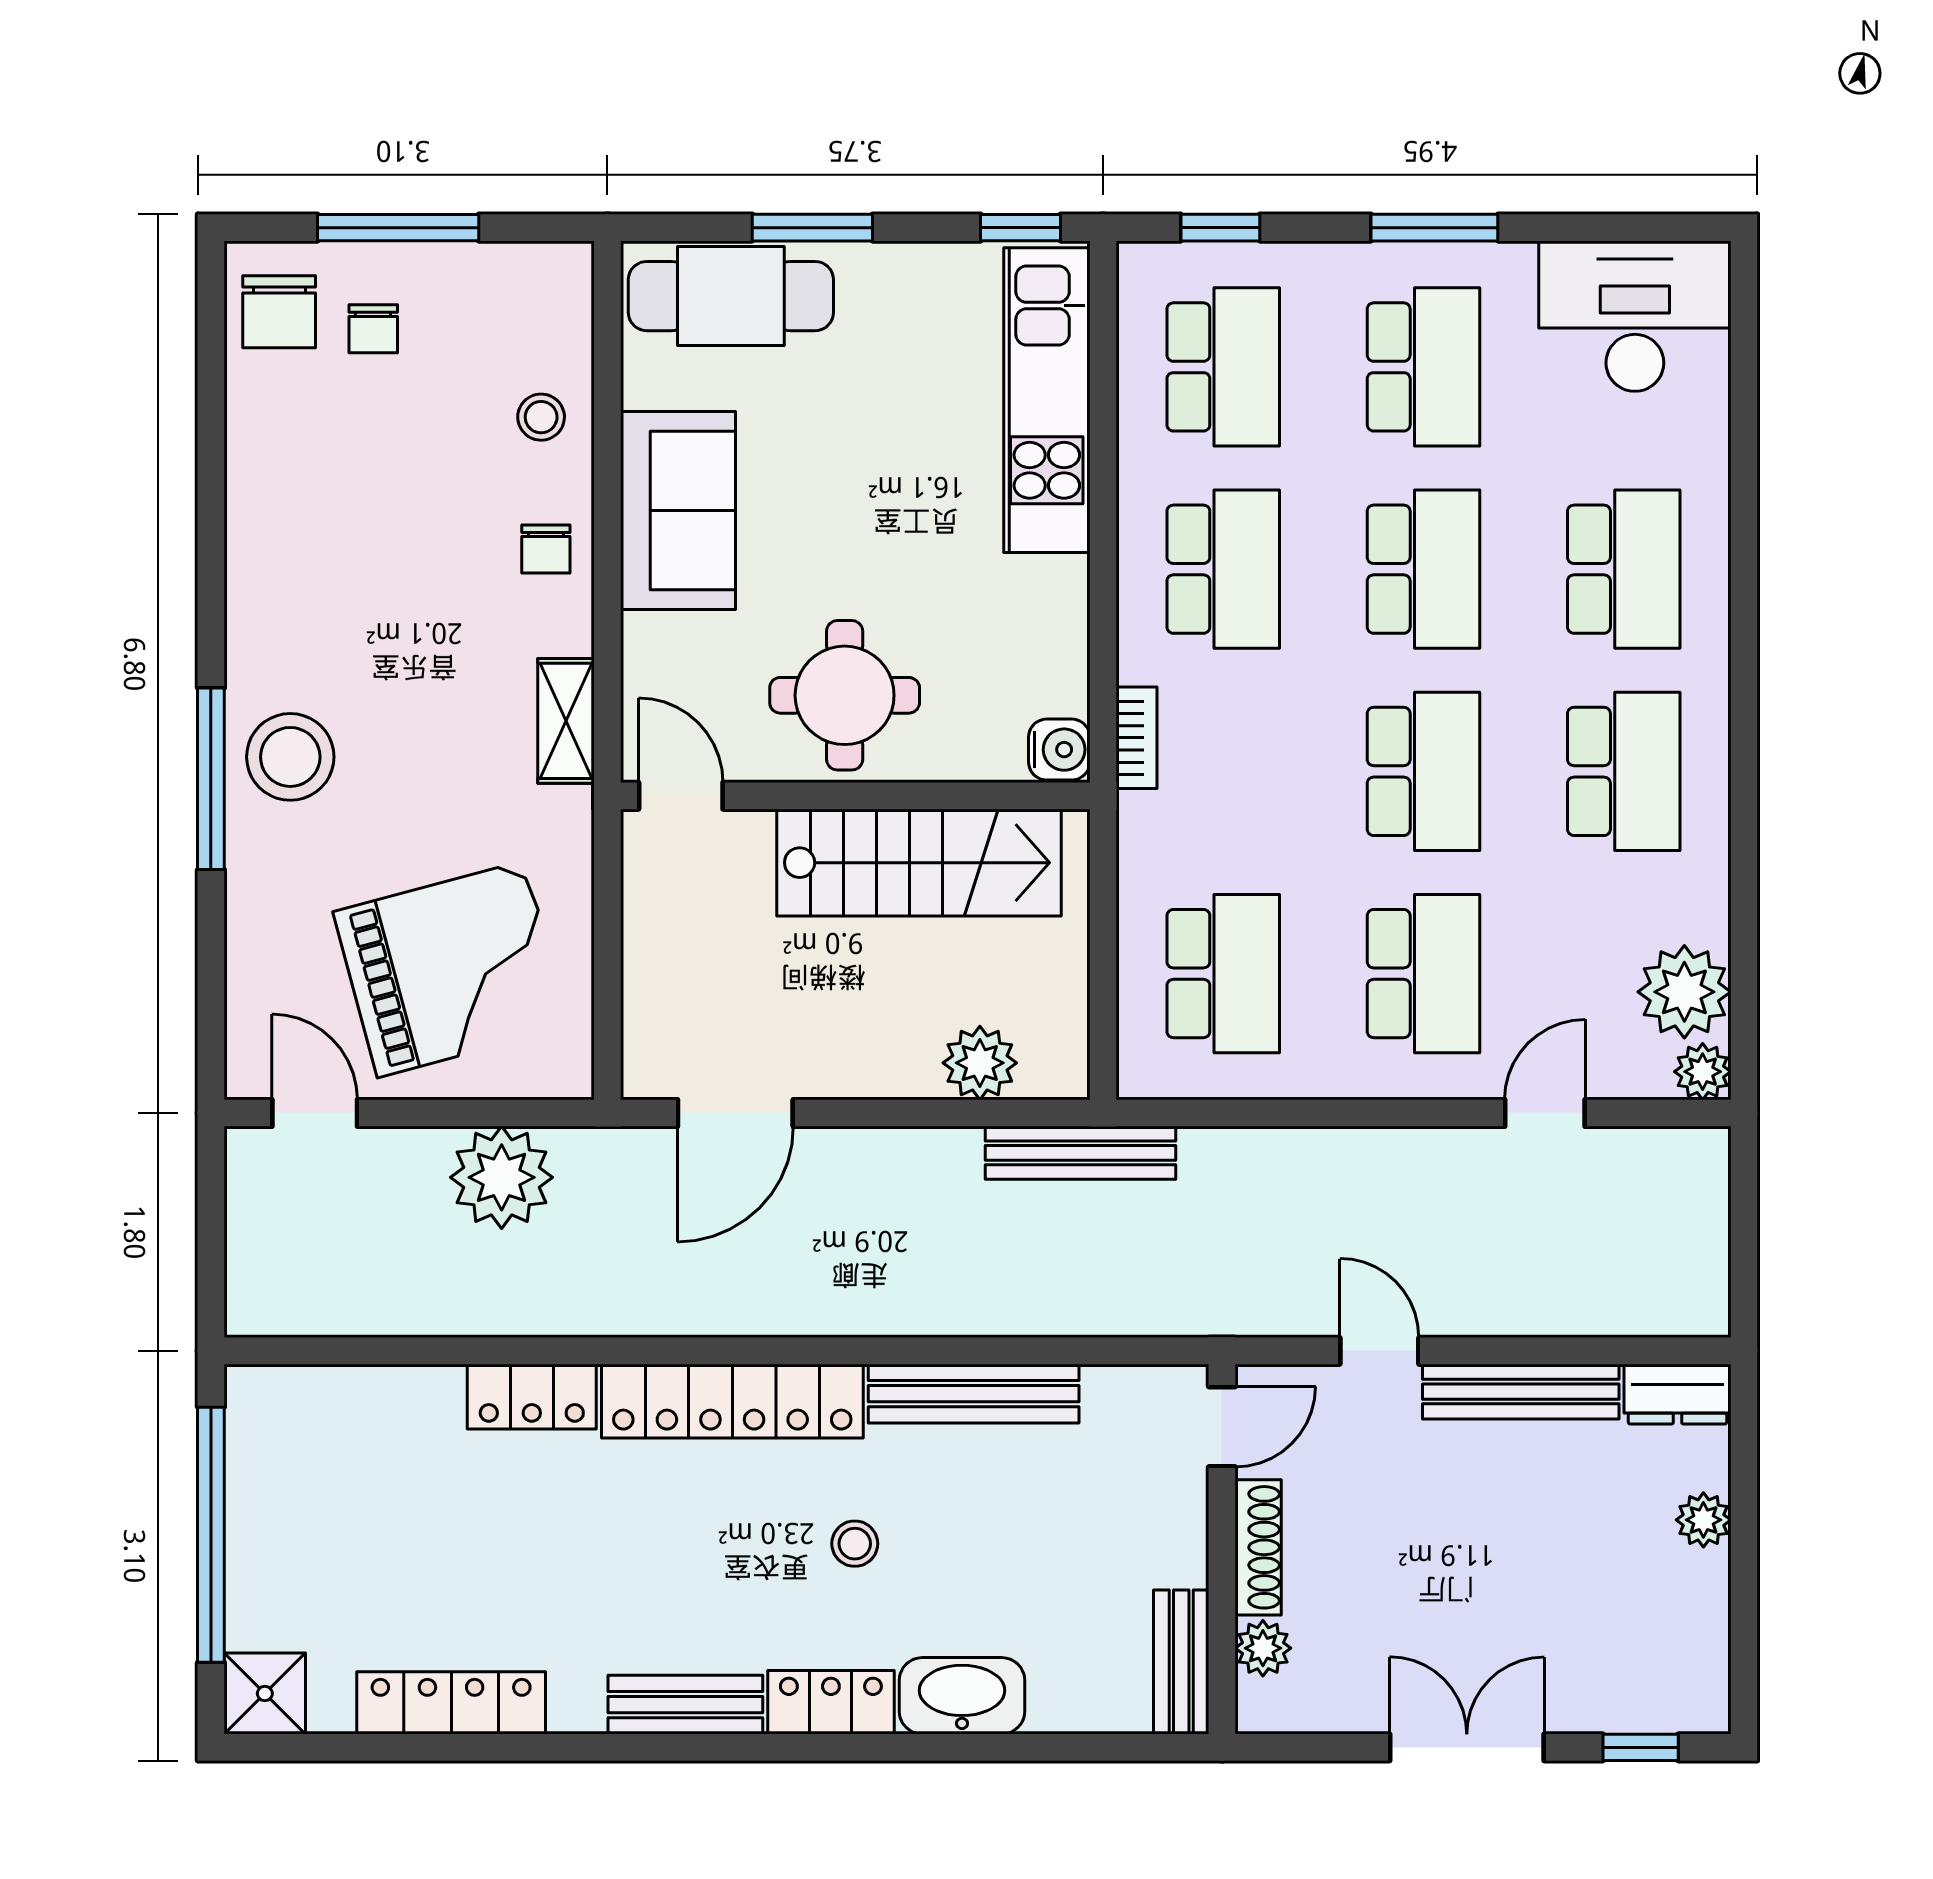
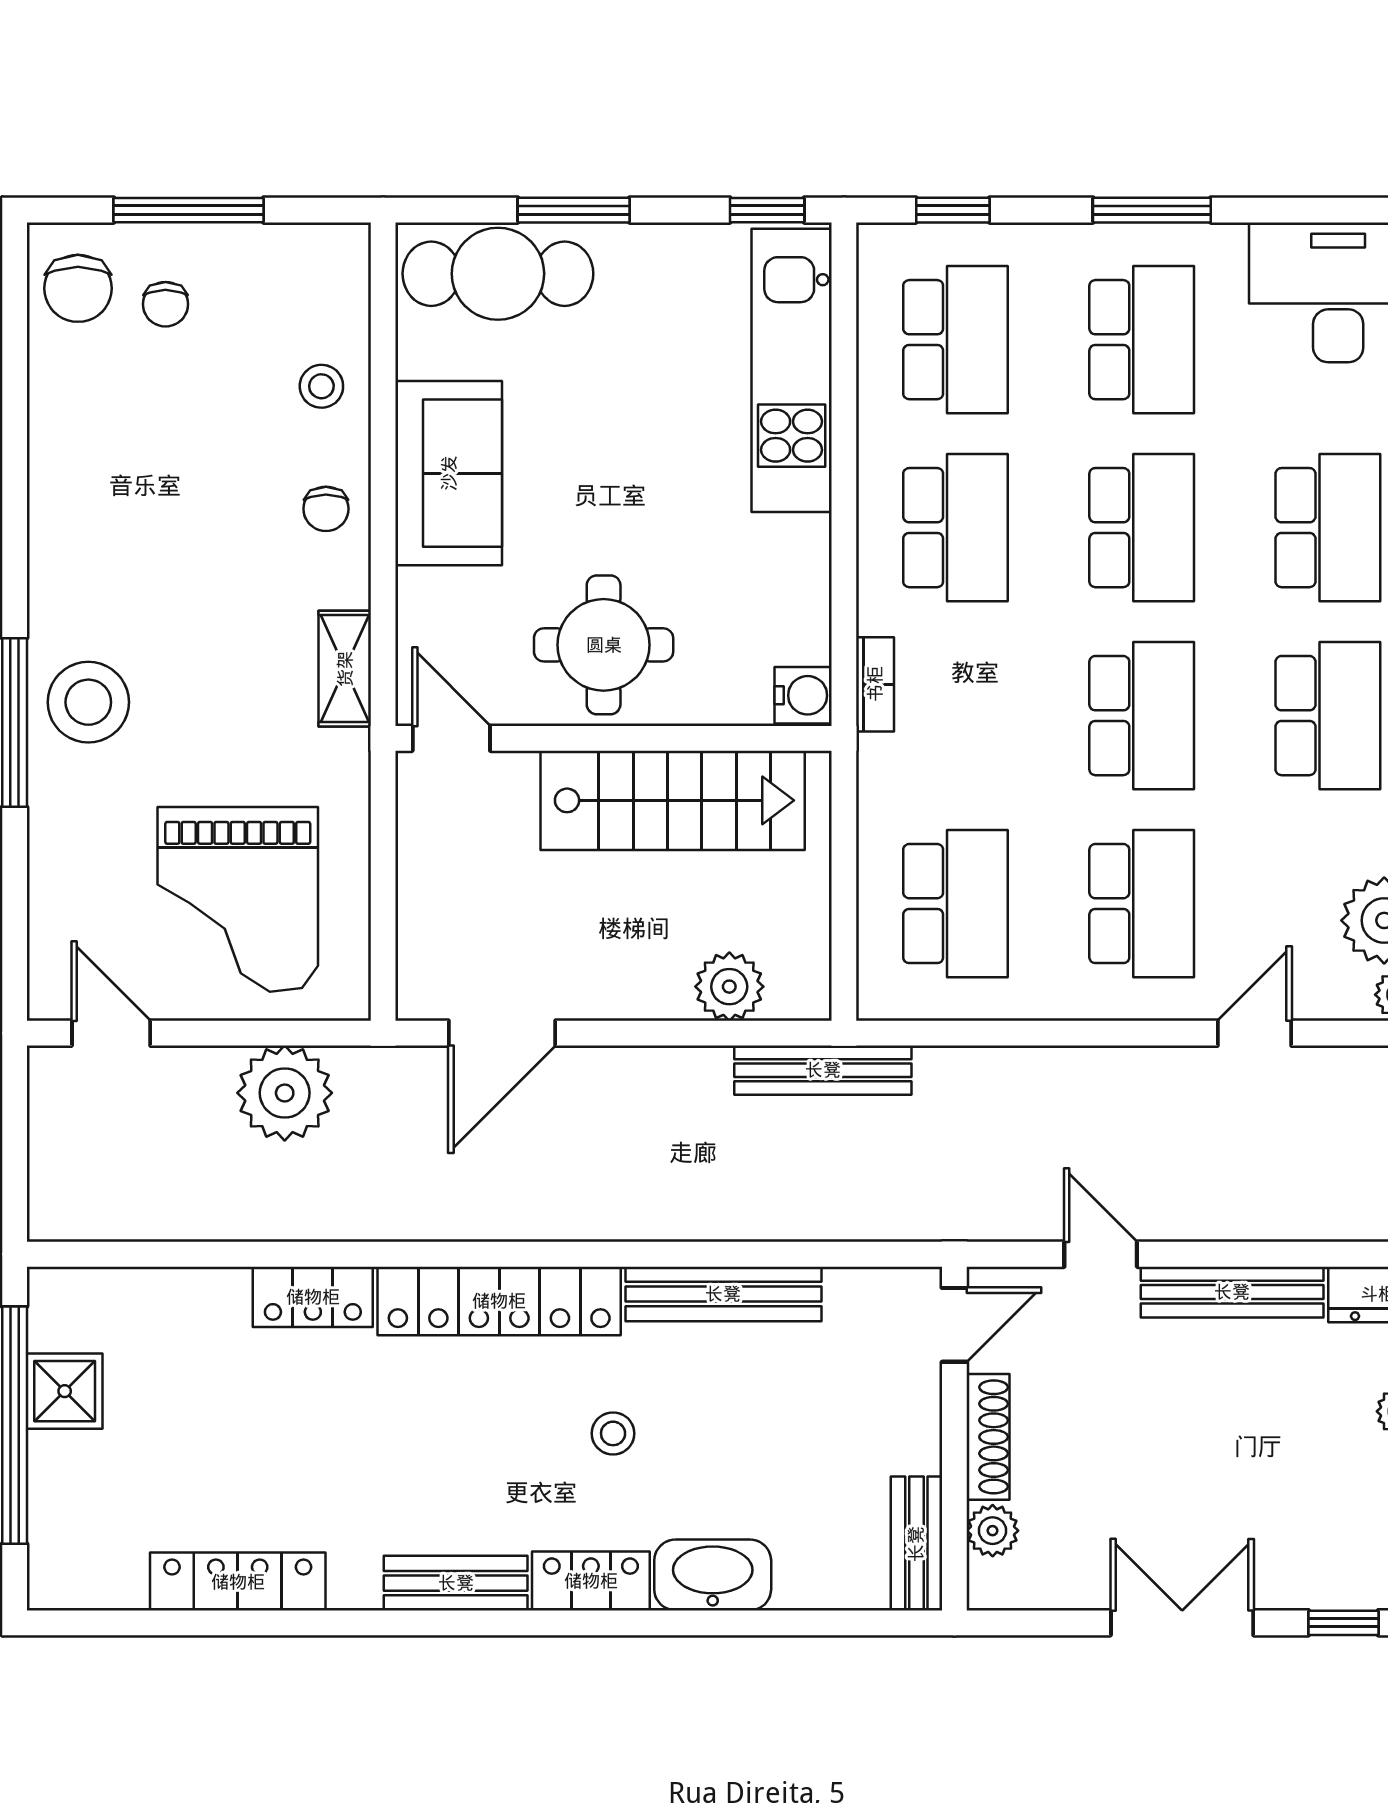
grand piano: (451, 969) -> (238, 899), turned 105
shower: (265, 1694) -> (65, 1391), moved

